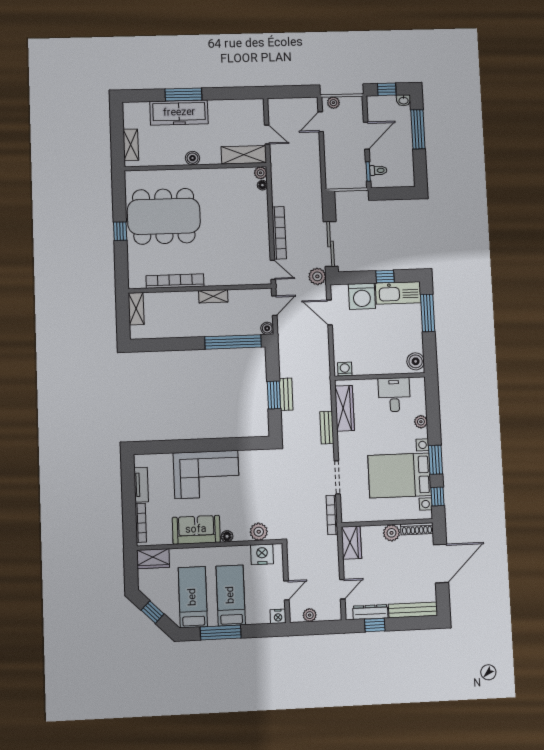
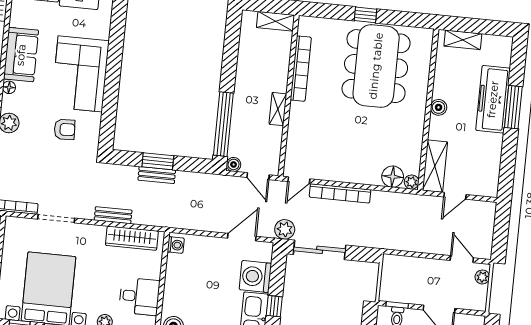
floor lamp: (262, 185) -> (393, 177), width x1.89, depth x1.89
armchair: (257, 481) -> (65, 129), added

